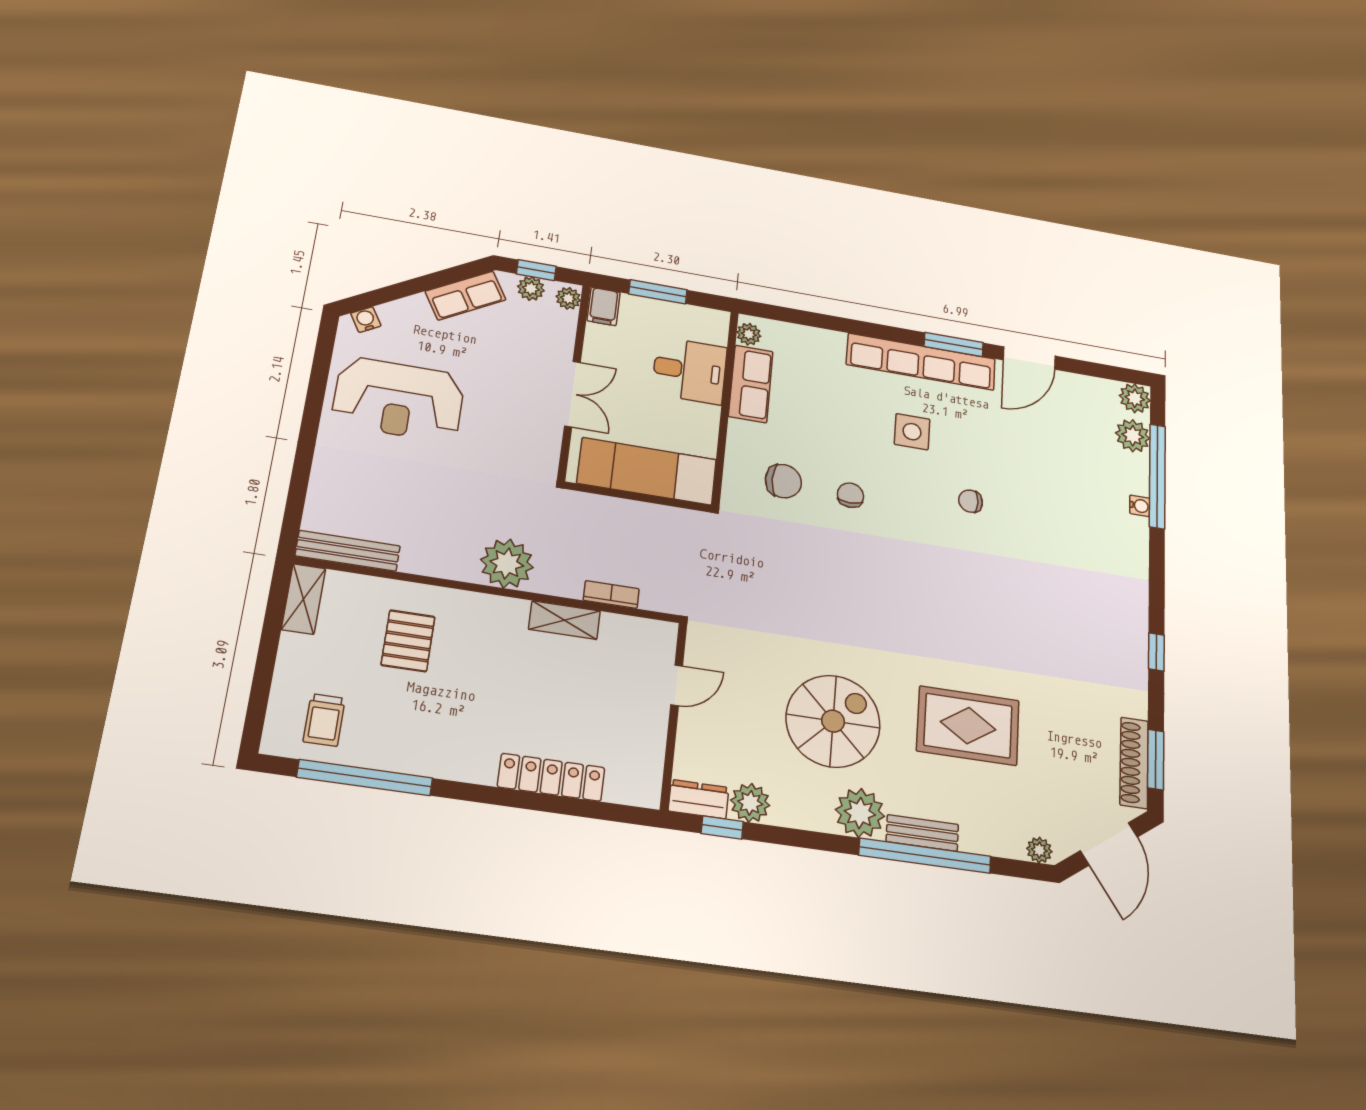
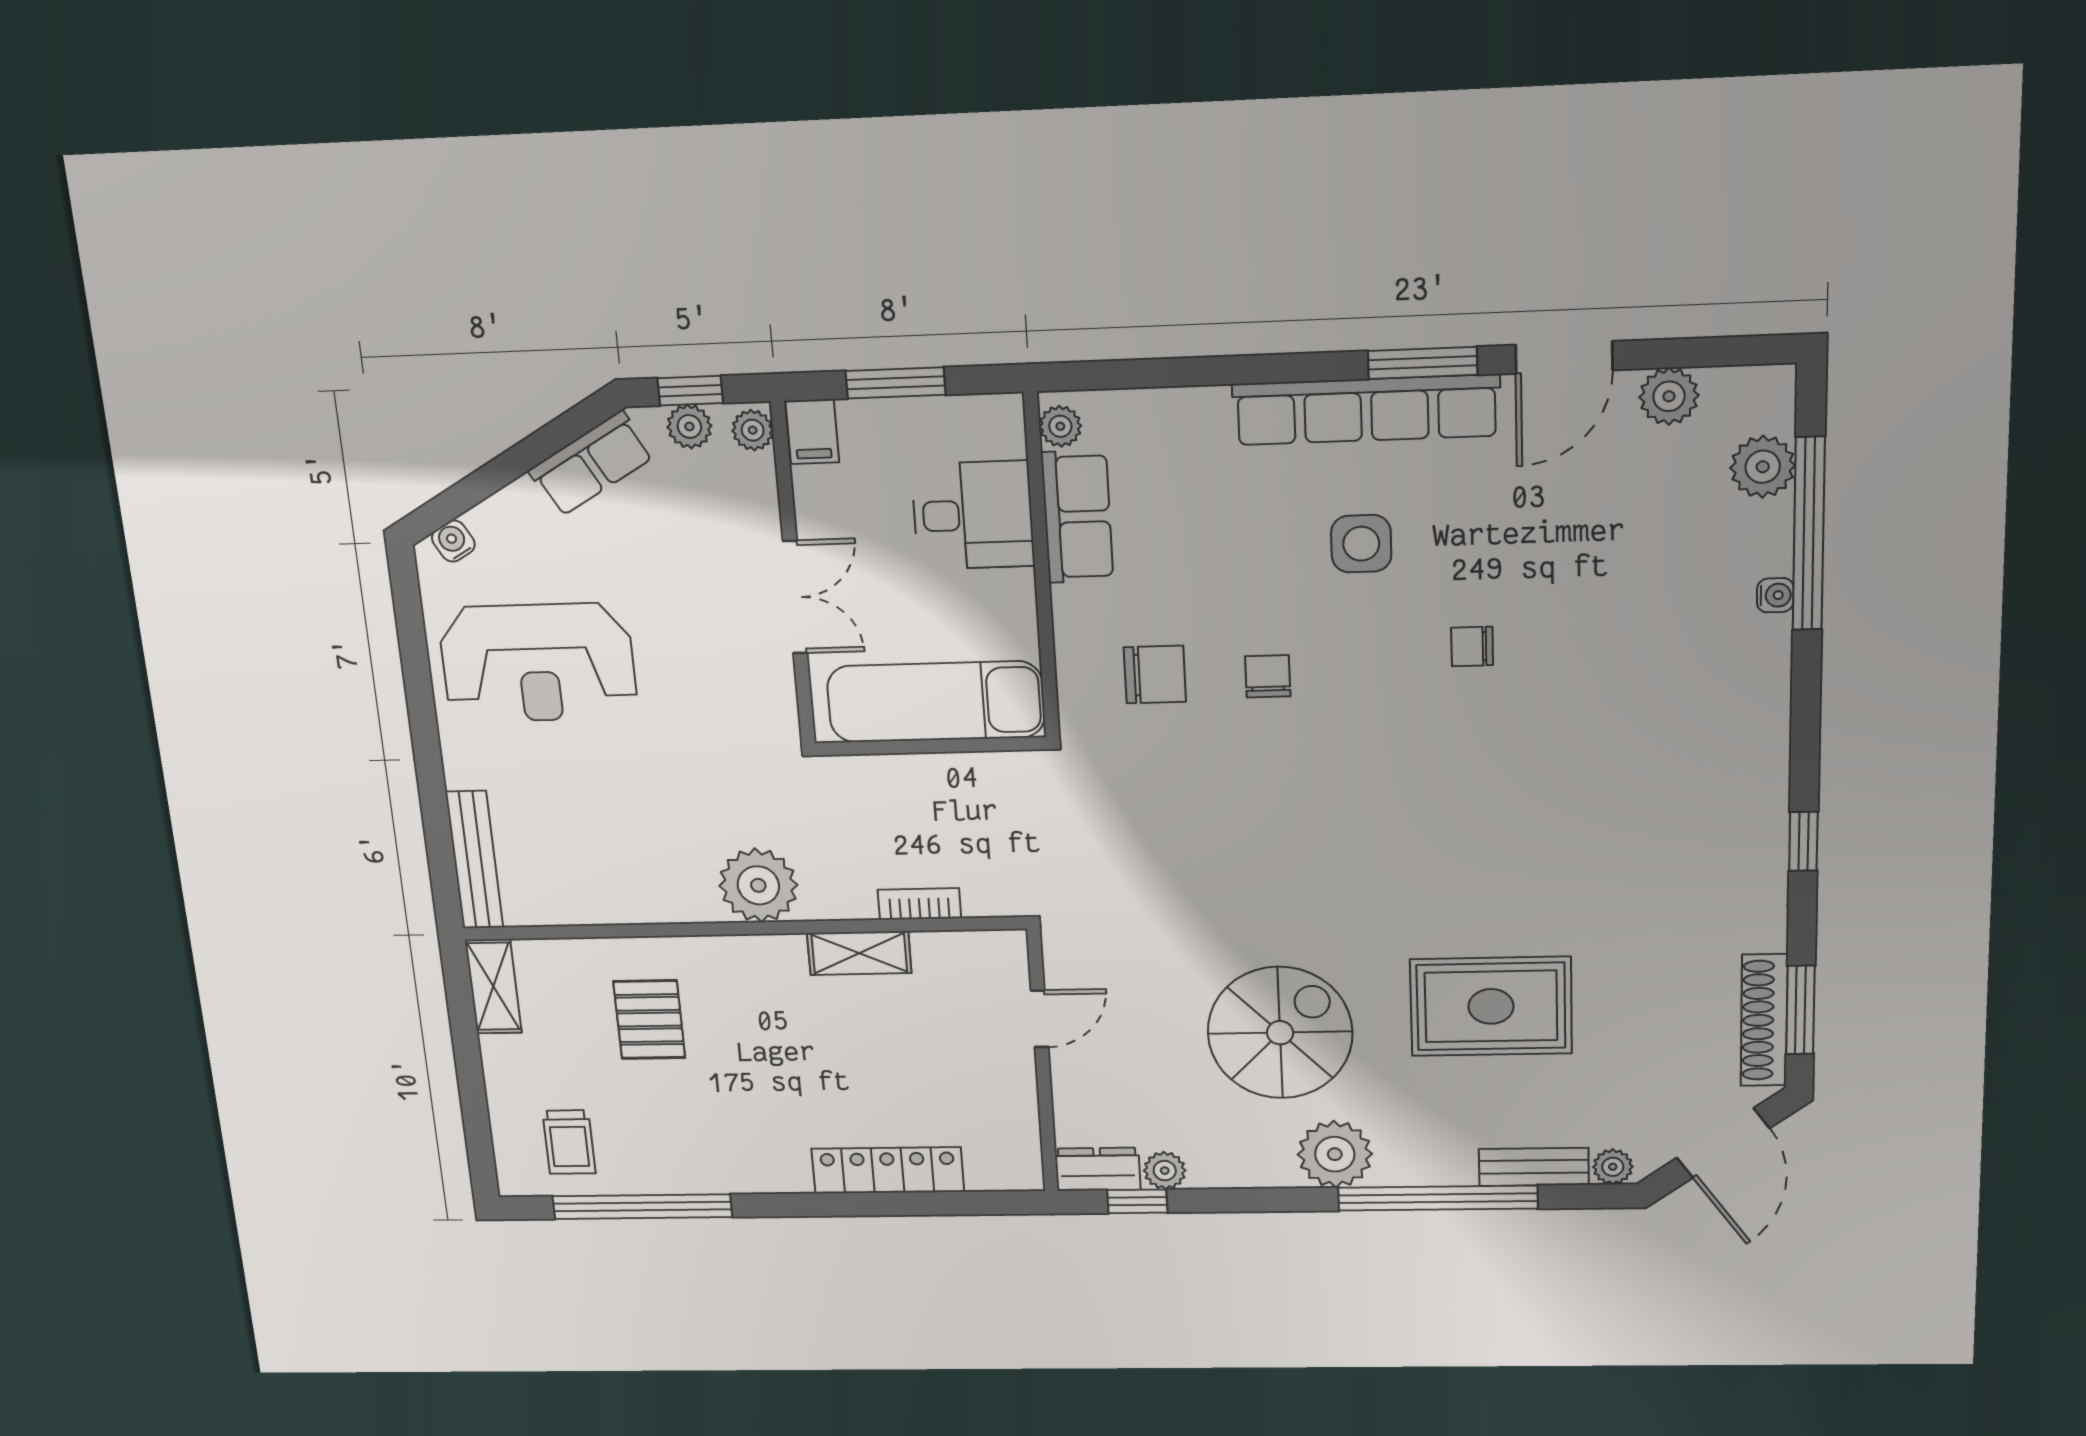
plant: (1135, 398) -> (1669, 396), moved
bench: (348, 551) -> (474, 860), moved, turned 90
plant: (750, 803) -> (1165, 1171), width x0.73, depth x0.73
bench: (922, 833) -> (1534, 1167), moved

